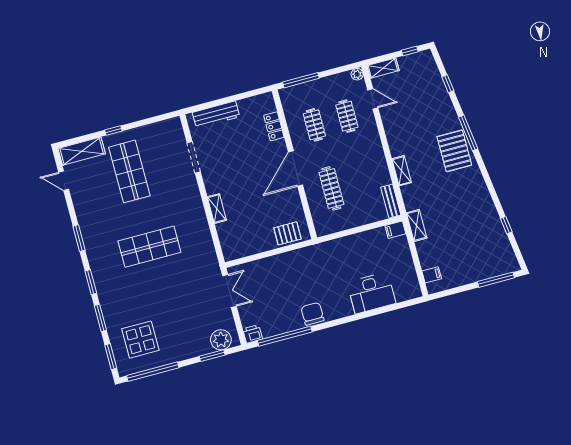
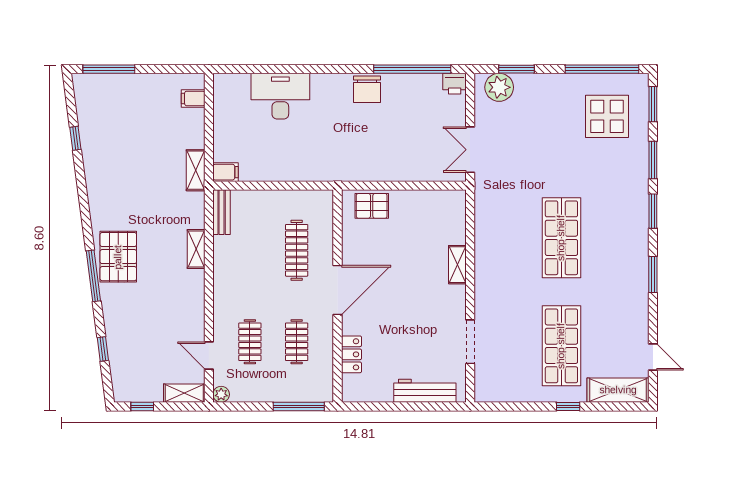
shop shelf: (149, 247) -> (561, 238), turned 90

